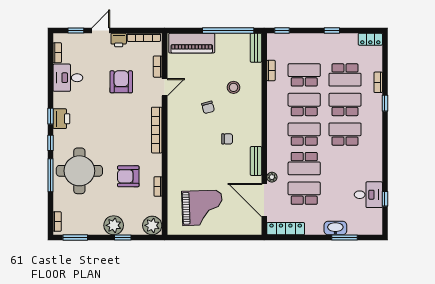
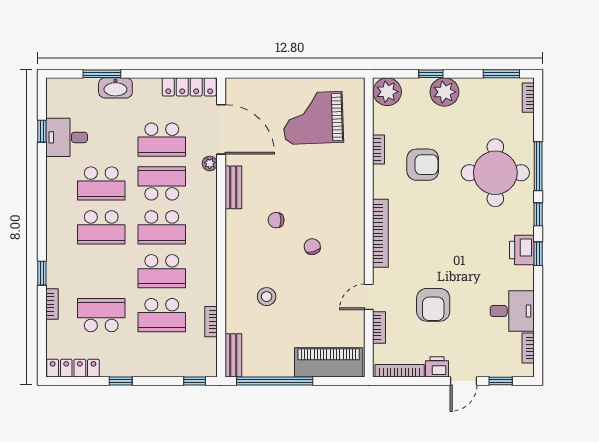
locker: (370, 39) -> (73, 368), width x1.53
school desk: (345, 104) -> (101, 183), moved
chair: (208, 107) -> (312, 247), moved

